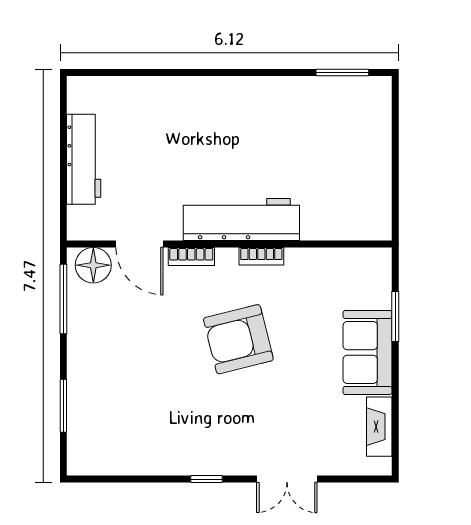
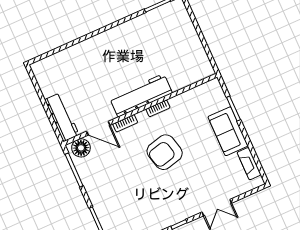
workbench: (84, 159) -> (62, 117), moved

